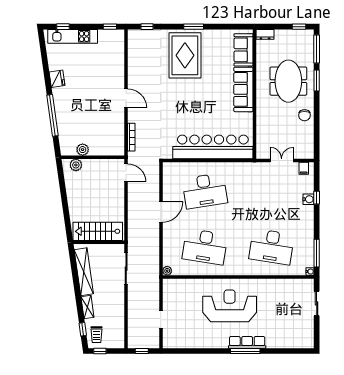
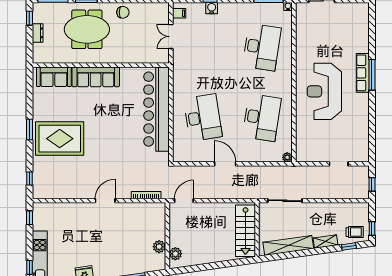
dresser: (265, 34) -> (38, 33), moved

